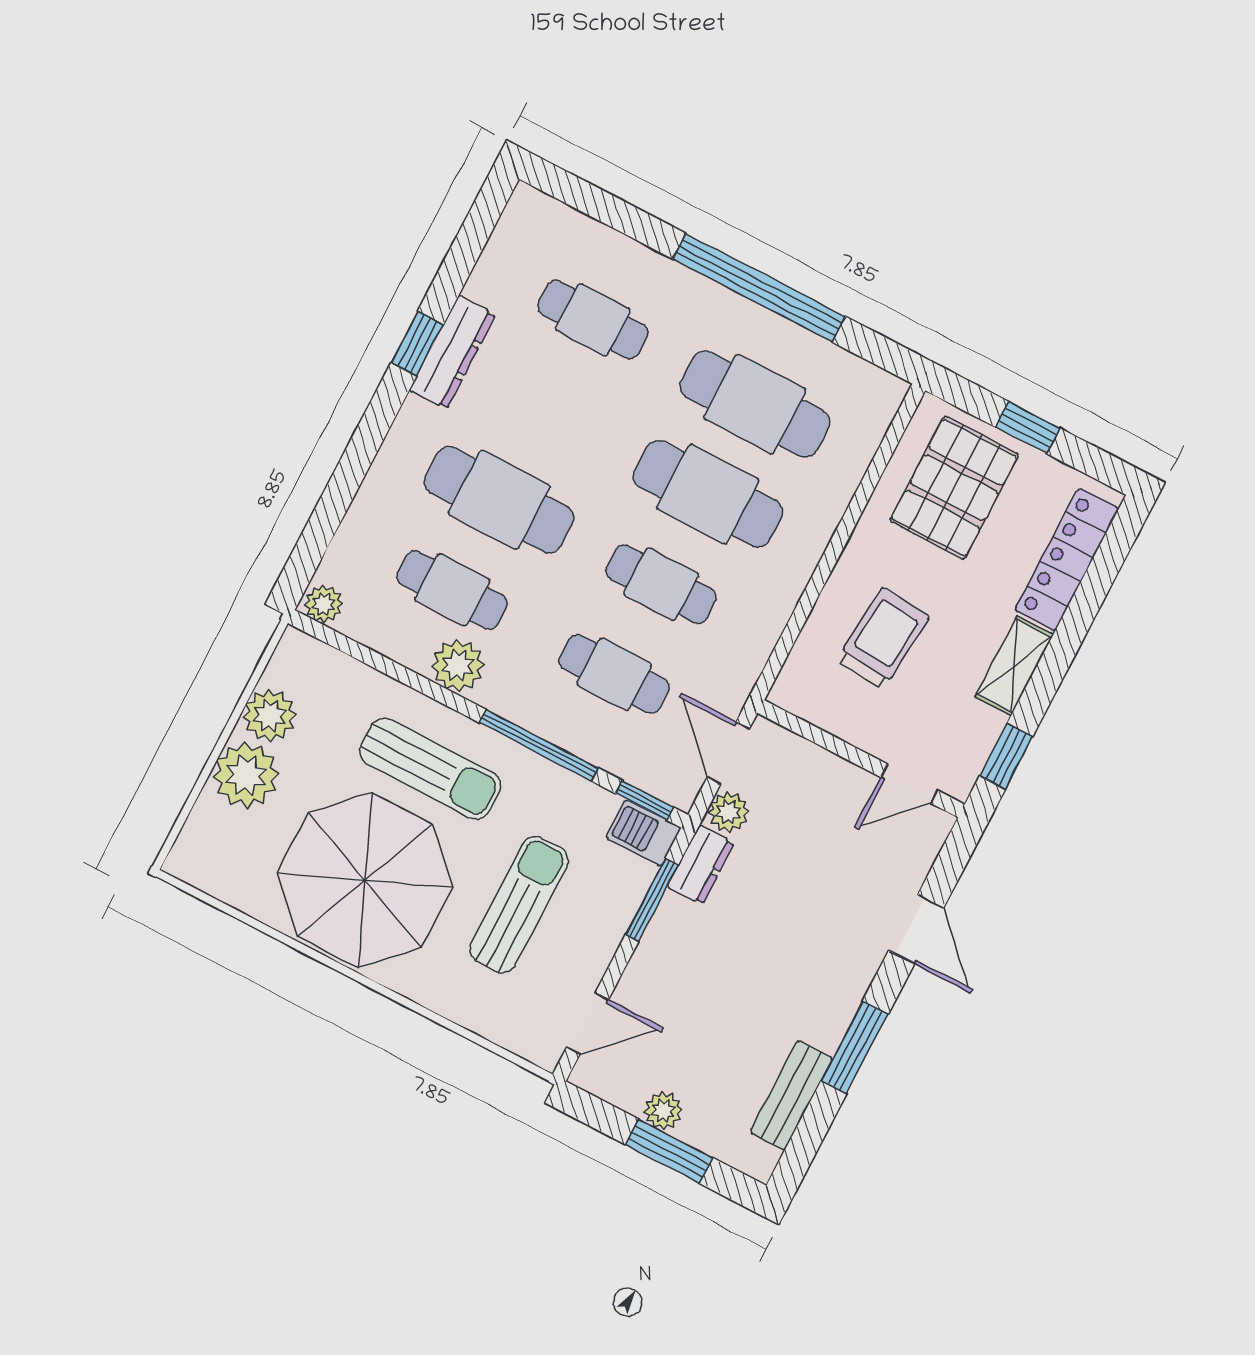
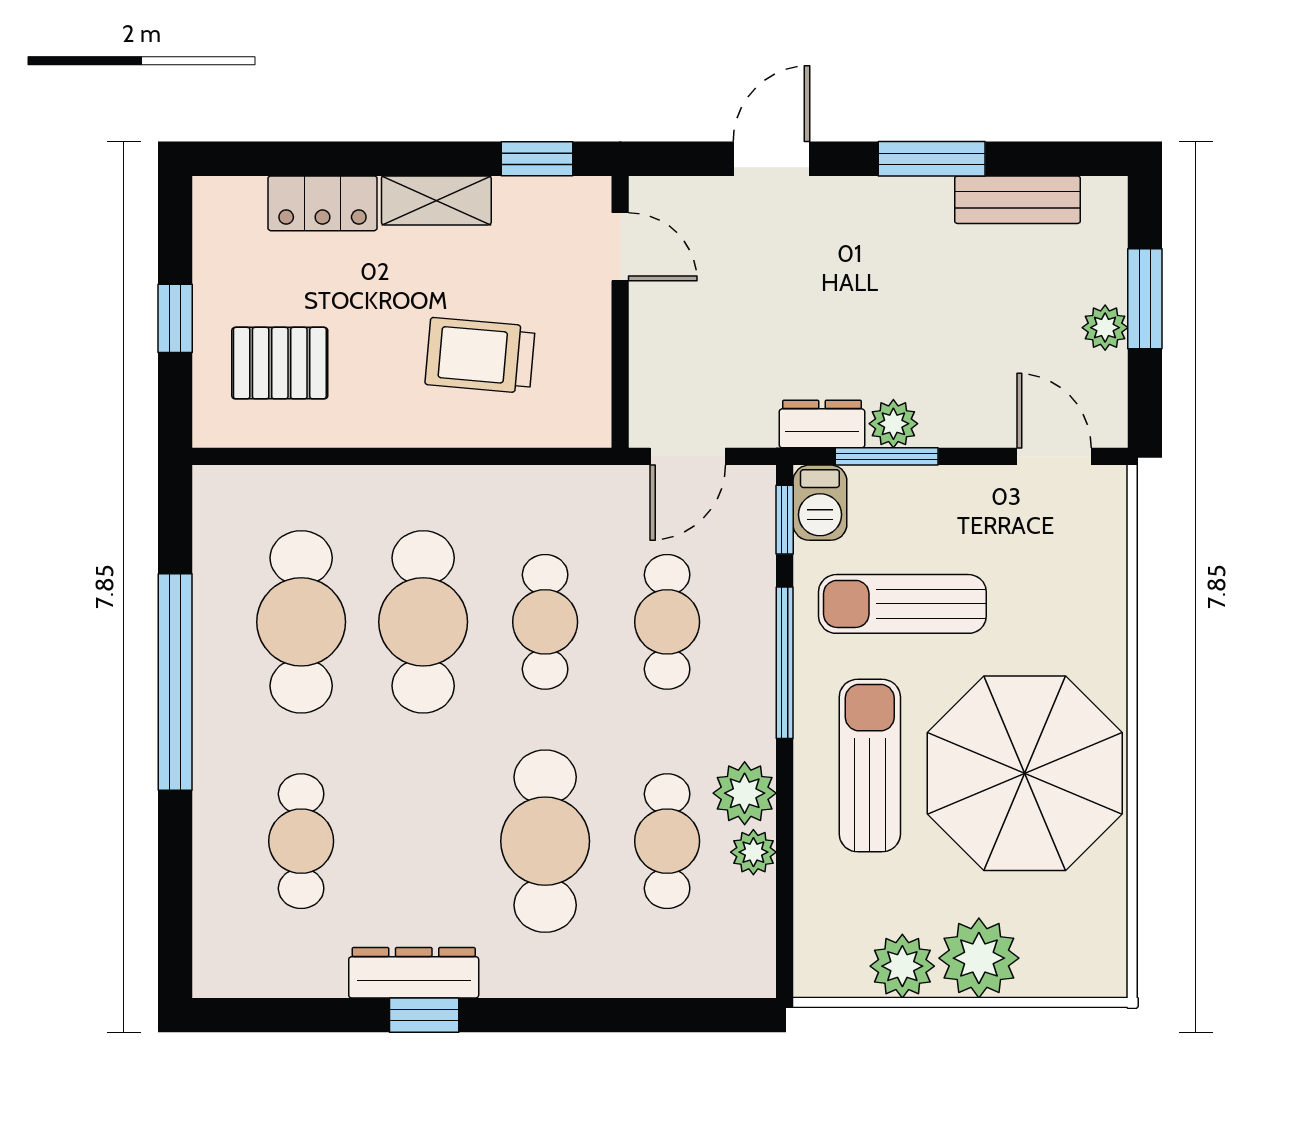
pallet: (954, 488) -> (280, 363), width x0.67, depth x0.71
locker: (1067, 559) -> (322, 203), width x0.66
plant: (324, 604) -> (753, 852), moved
plant: (728, 812) -> (893, 424), moved
sun lounger: (519, 905) -> (902, 604), moved

